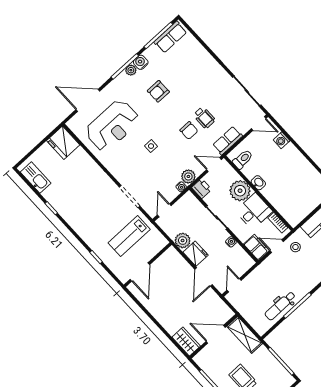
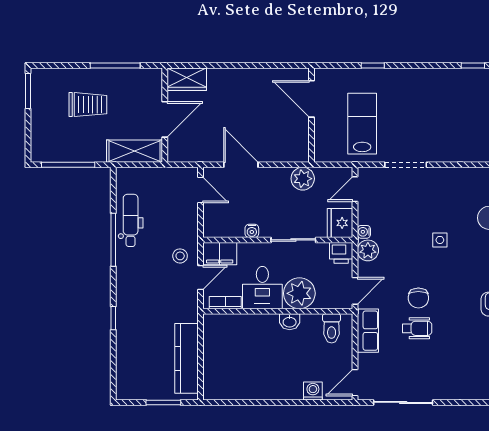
wheelchair: (204, 118) -> (417, 328), turned 180
chair: (189, 131) -> (418, 298), turned -90
door: (164, 210) -> (355, 189), swing flipped
stool: (295, 247) -> (180, 256), moved
fridge: (196, 254) -> (340, 223), moved, turned 90

